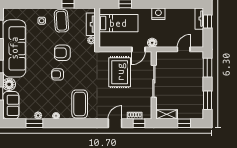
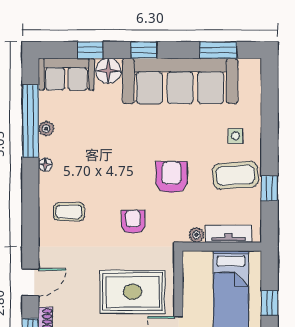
armchair: (58, 74) -> (133, 222), moved
coffee table: (80, 104) -> (69, 212), width x0.54, depth x0.58
window: (34, 123) -> (30, 121), width x2.11
door: (115, 123) -> (30, 282), hinge flipped

